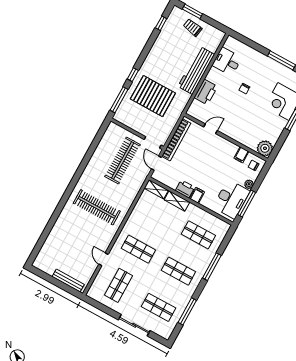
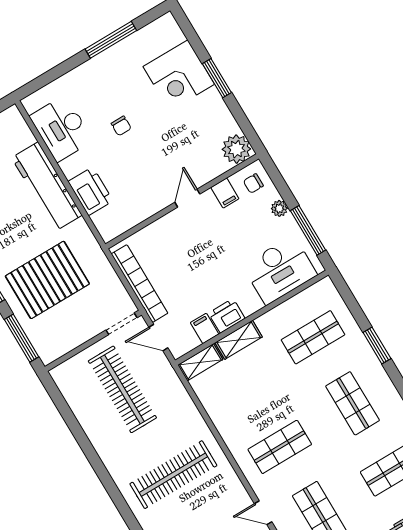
desk: (227, 61) -> (61, 128), width x1.37
door: (211, 129) -> (187, 198), moved
filing cabinet: (197, 195) -> (205, 328), moved
desk: (231, 199) -> (280, 270), moved, turned 90
window: (212, 267) -> (377, 345), width x0.69
shop shelf: (178, 271) -> (353, 403), turned 90

